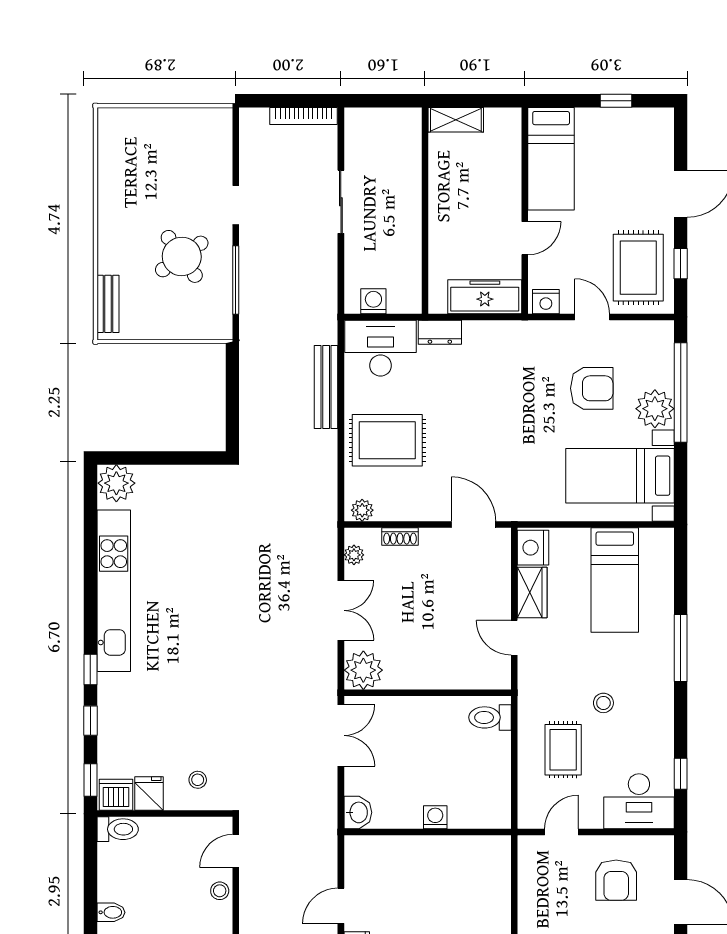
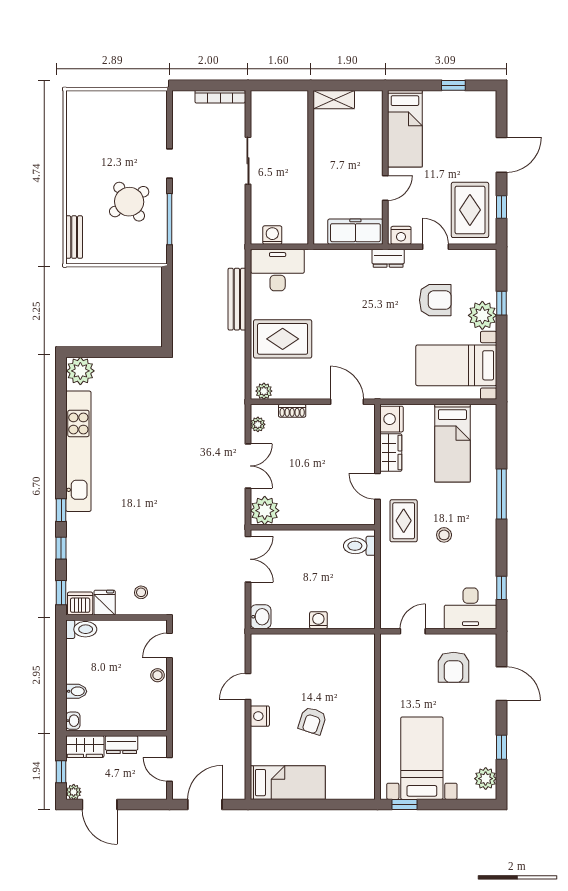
dresser: (440, 332) -> (388, 258), moved
window: (681, 393) -> (502, 303), width x0.32
rug: (563, 750) -> (404, 521), moved

